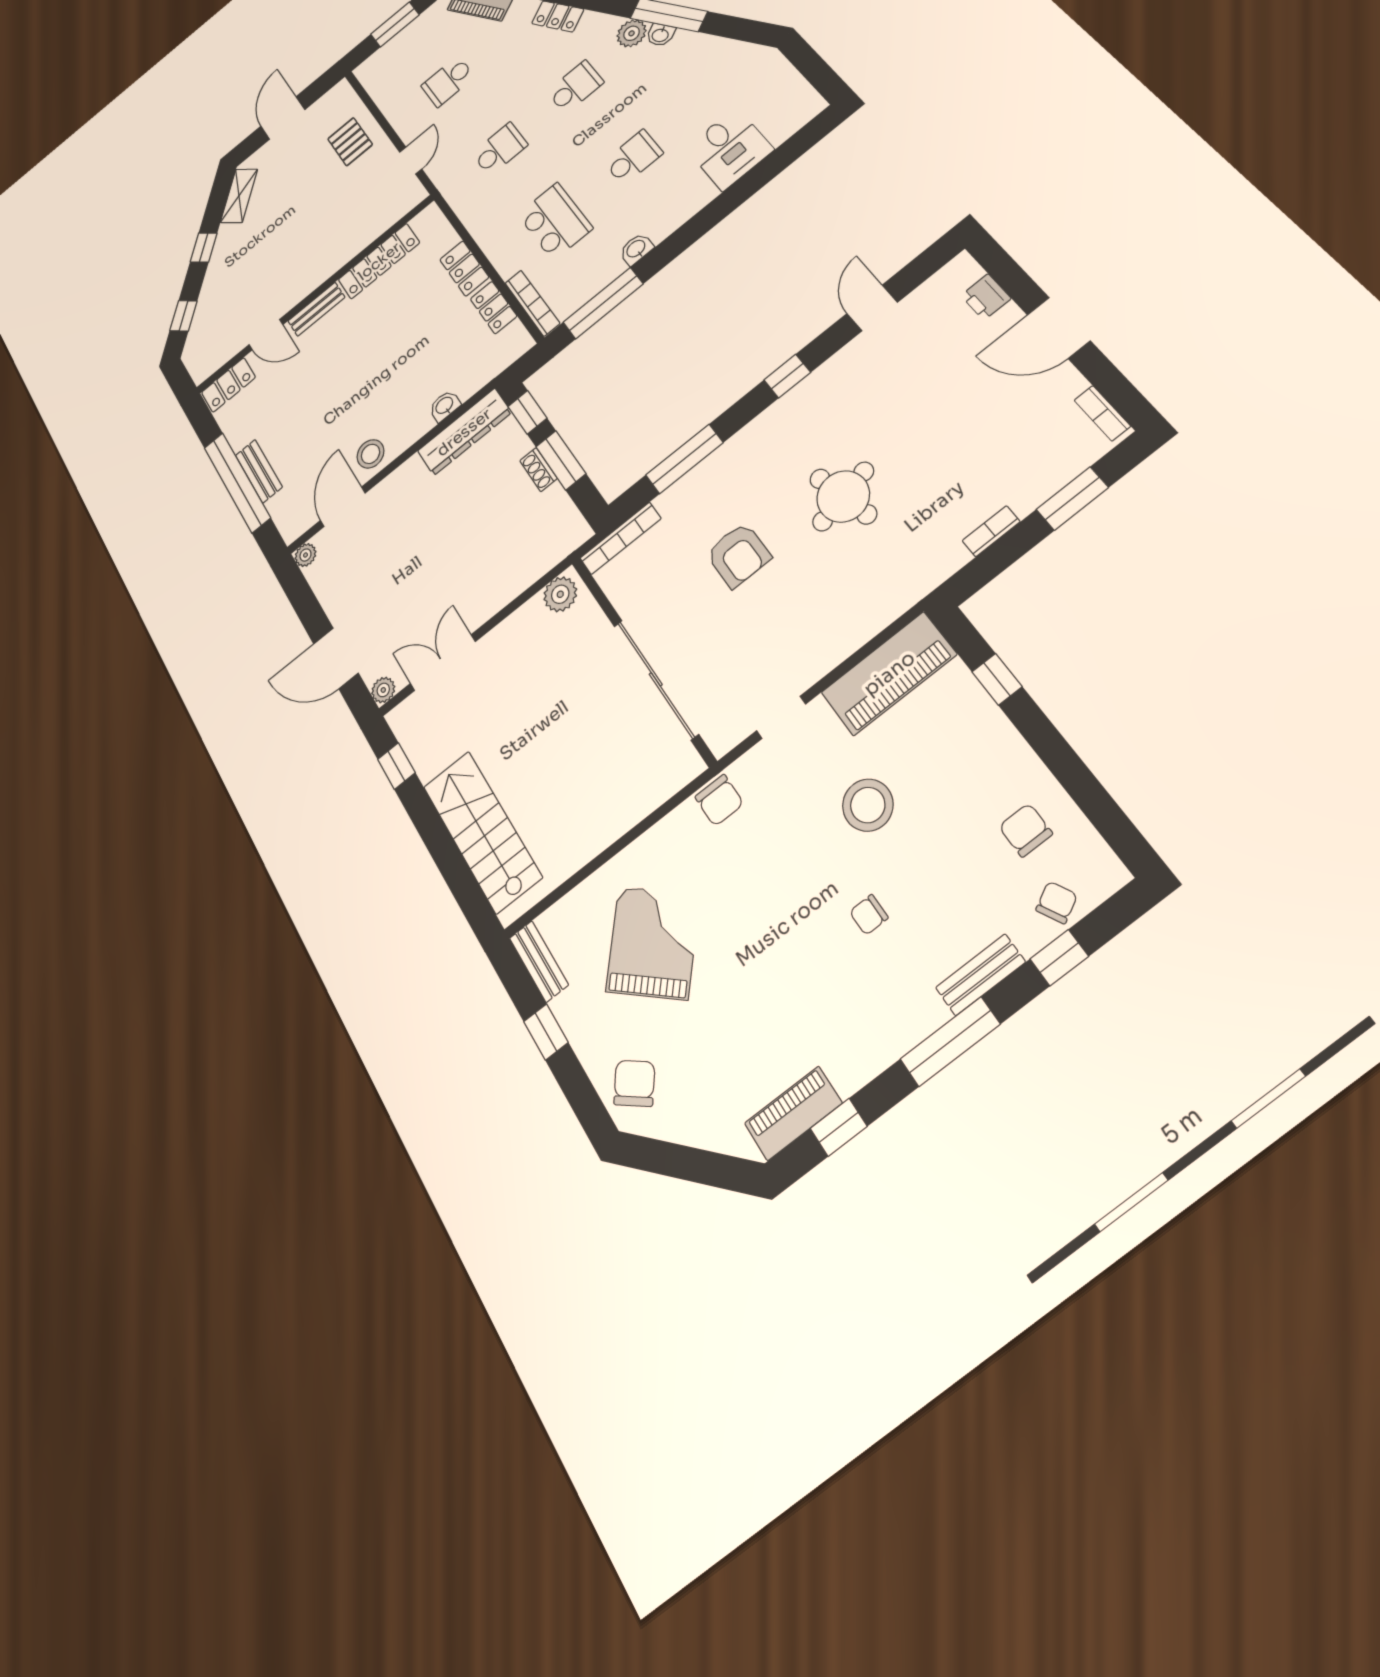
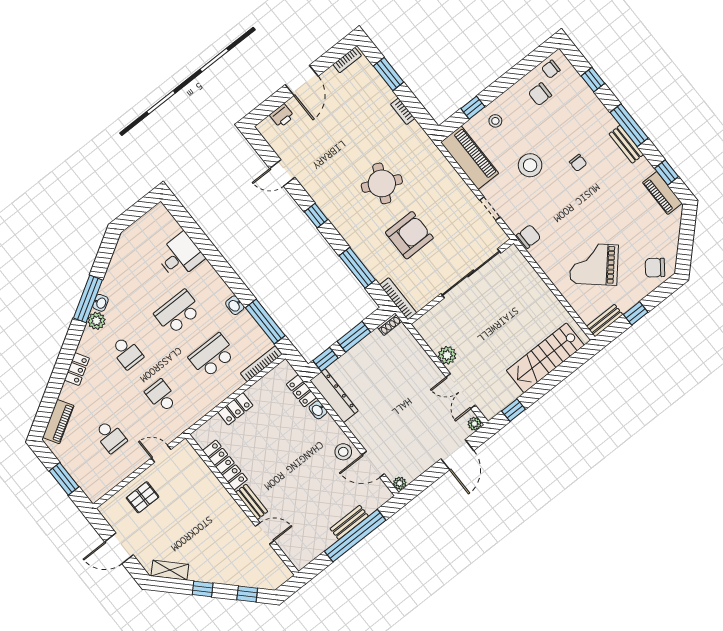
school desk: (575, 87) -> (127, 353), turned 180
school desk: (633, 157) -> (178, 312), width x1.85
locker: (494, 308) -> (301, 391), moved, turned 90
door: (266, 335) -> (265, 533), hinge flipped
locker: (228, 385) -> (295, 553), removed
shoe rack: (538, 470) -> (390, 324), moved
round table: (843, 496) -> (382, 183), turned 38
armchair: (738, 555) -> (409, 235), width x1.36, depth x1.36
plant: (560, 594) -> (447, 355), moved
stool: (967, 729) -> (495, 121), added
chair: (1057, 902) -> (551, 69), moved, turned -62
bench: (980, 975) -> (626, 144), moved

